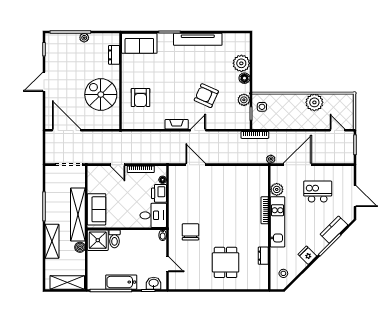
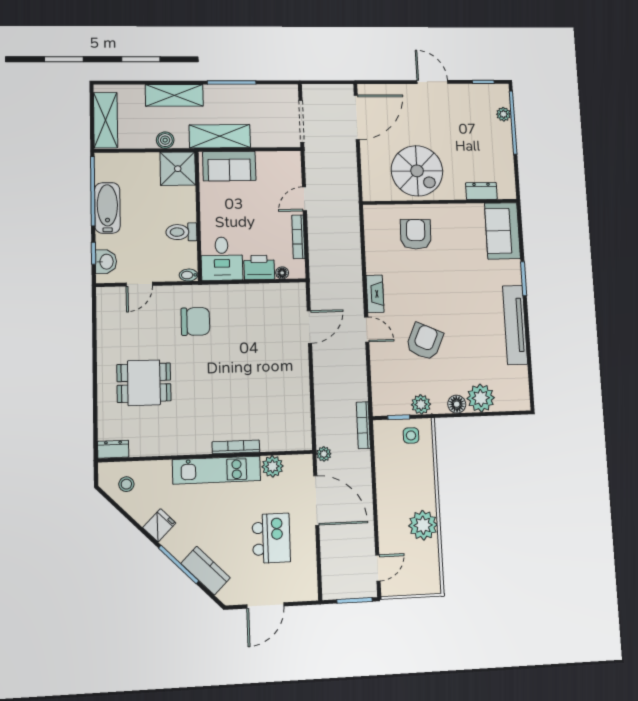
plant: (84, 38) -> (504, 114), moved
spiral stairs: (101, 95) -> (417, 171), turned 90
armchair: (140, 97) -> (416, 234), turned 92
shelving: (78, 215) -> (220, 136), width x0.68
toilet: (115, 239) -> (181, 232), moved
dresser: (263, 256) -> (113, 449), moved

